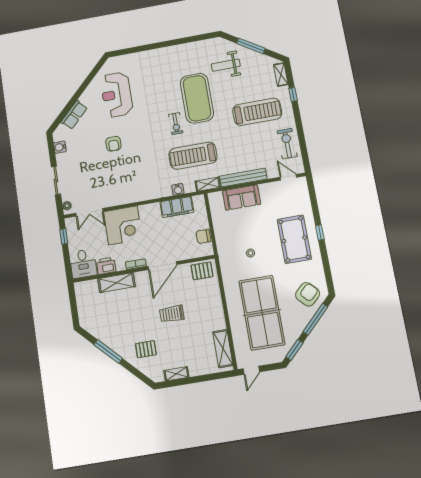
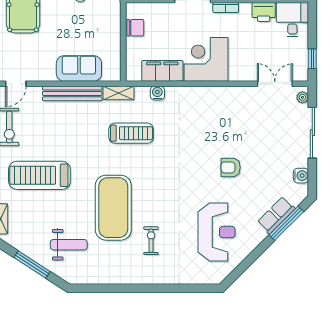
window: (66, 110) -> (286, 223), added
exercise bike: (176, 124) -> (151, 241), moved
armchair: (113, 144) -> (231, 167), turned -90
treadmill: (193, 156) -> (131, 133), width x0.73, depth x0.73
door: (288, 177) -> (16, 84), hinge flipped
sliding door: (56, 181) -> (312, 133), width x1.37
corner desk: (123, 225) -> (206, 59), moved

